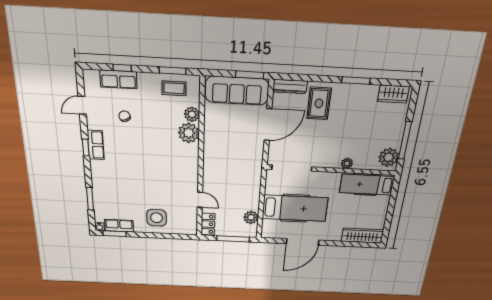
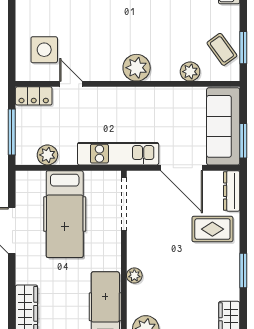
coffee table: (174, 88) -> (222, 49), turned -36
plant: (189, 133) -> (137, 68), moved
kitchen unit: (253, 170) -> (118, 154), added
door: (200, 200) -> (71, 84), swing flipped
side table: (157, 218) -> (44, 50), moved

